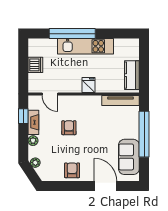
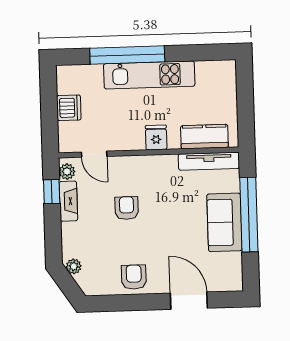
kitchen counter: (132, 75) -> (204, 137), moved, turned 90
plant: (33, 141) -> (67, 172), moved
sofa: (129, 157) -> (224, 222), moved

